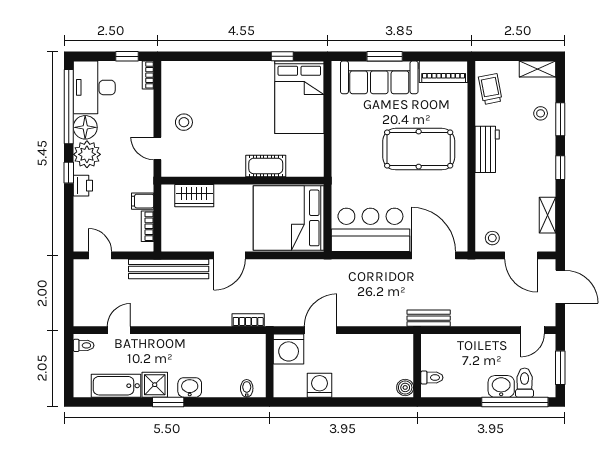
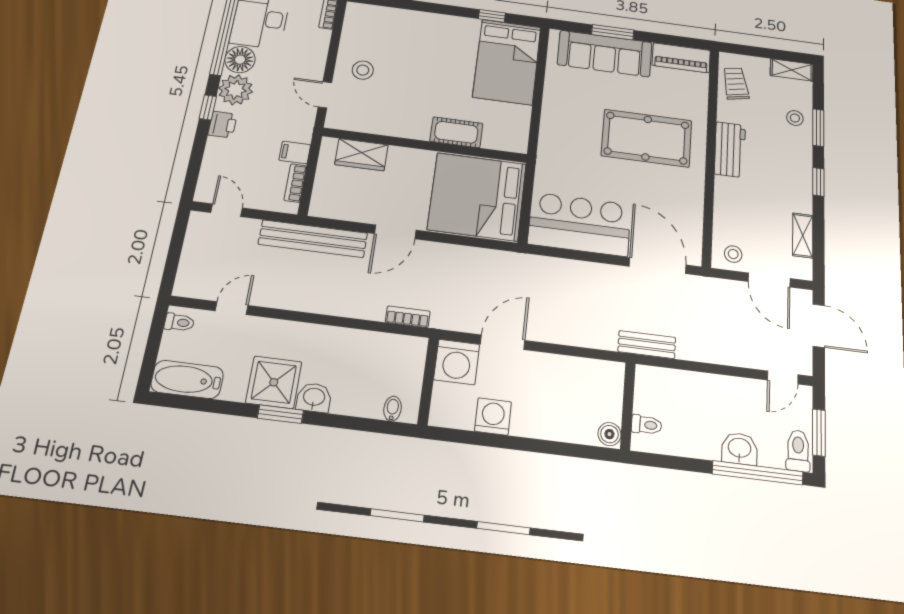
toilet: (525, 383) -> (798, 451), moved
shower: (155, 385) -> (274, 382), width x1.36, depth x1.36
bathtub: (116, 386) -> (187, 379), moved

